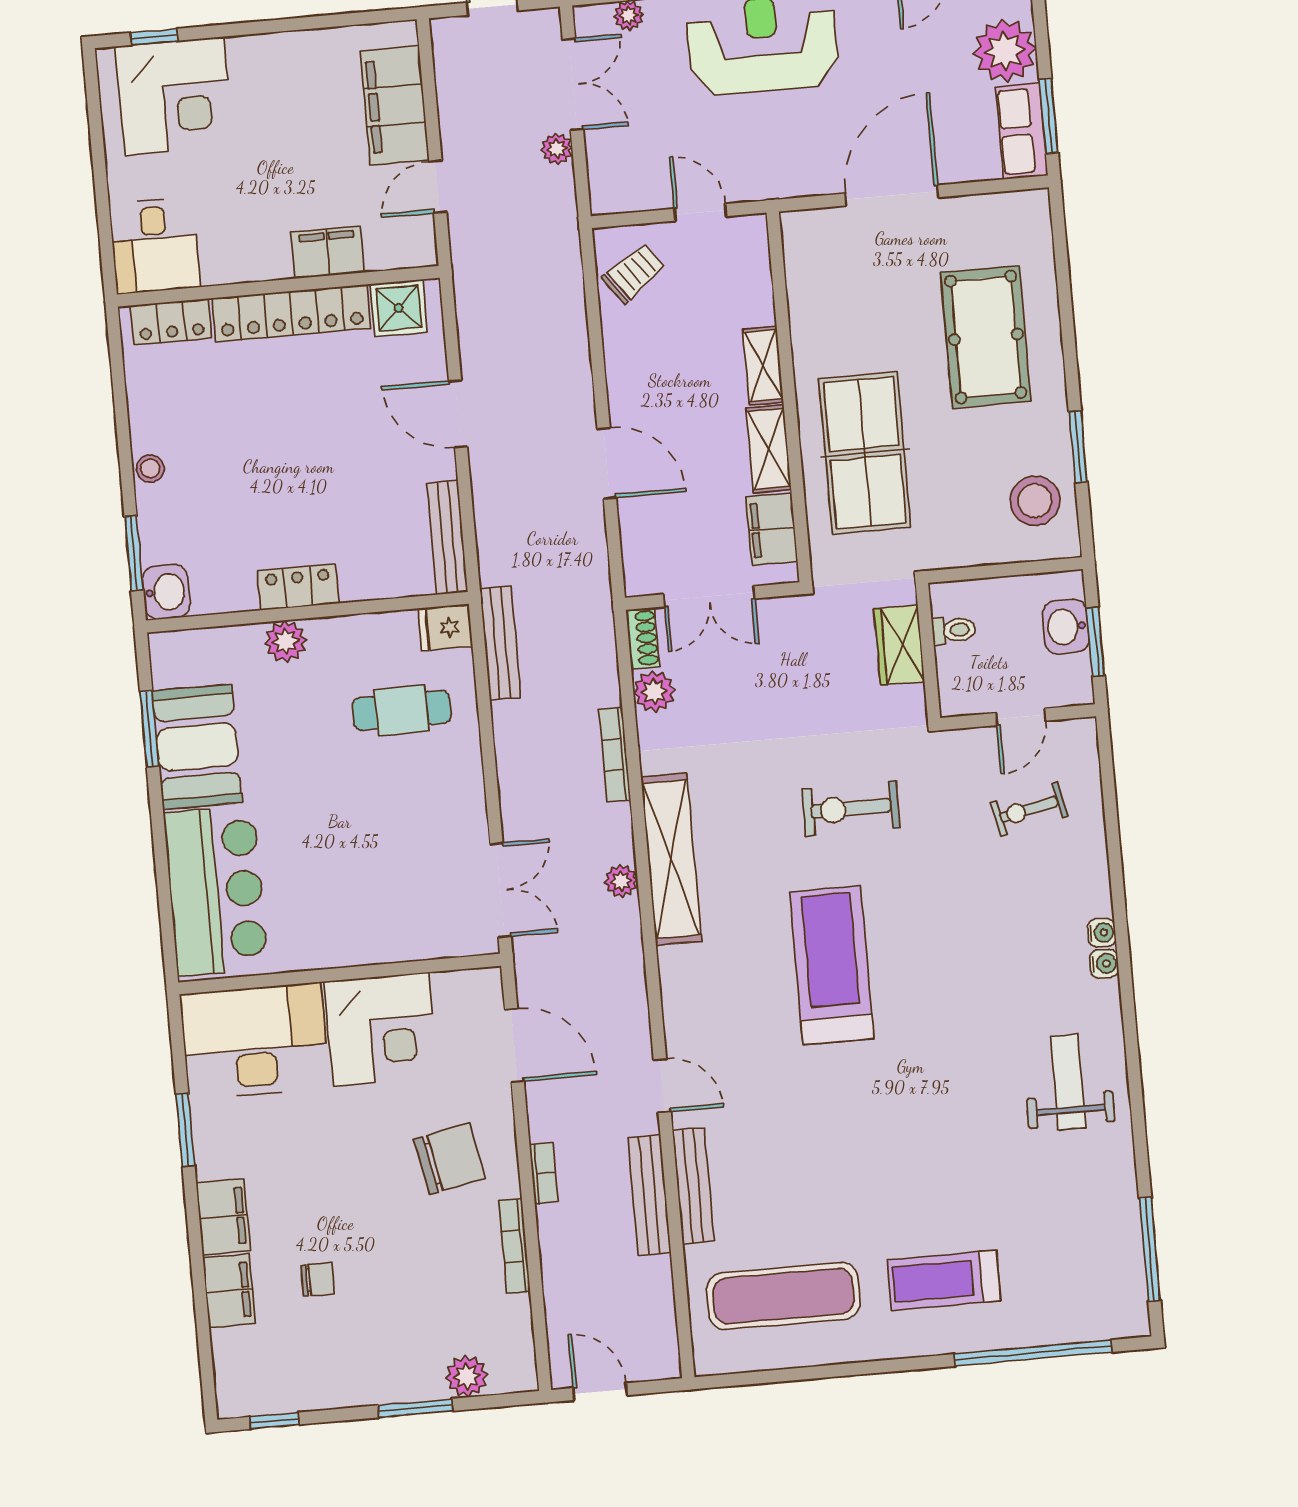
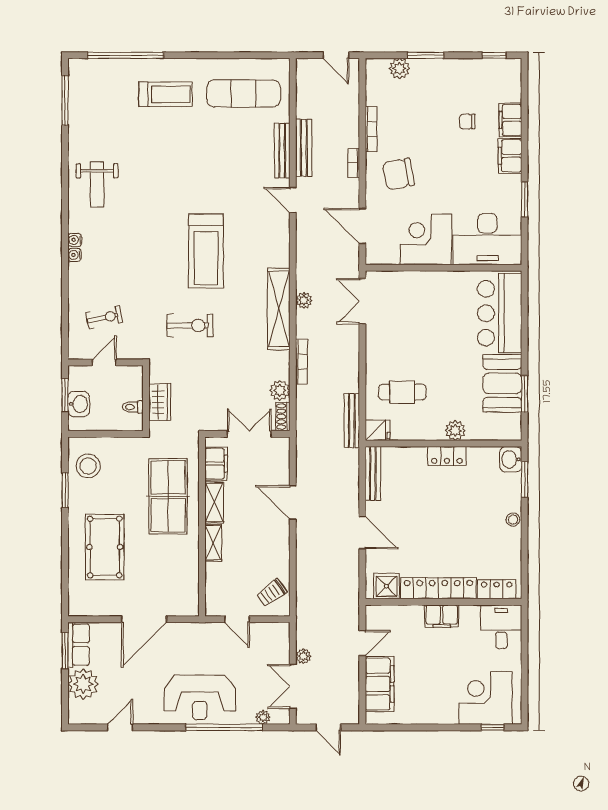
filing cabinet: (328, 252) -> (442, 616), moved

